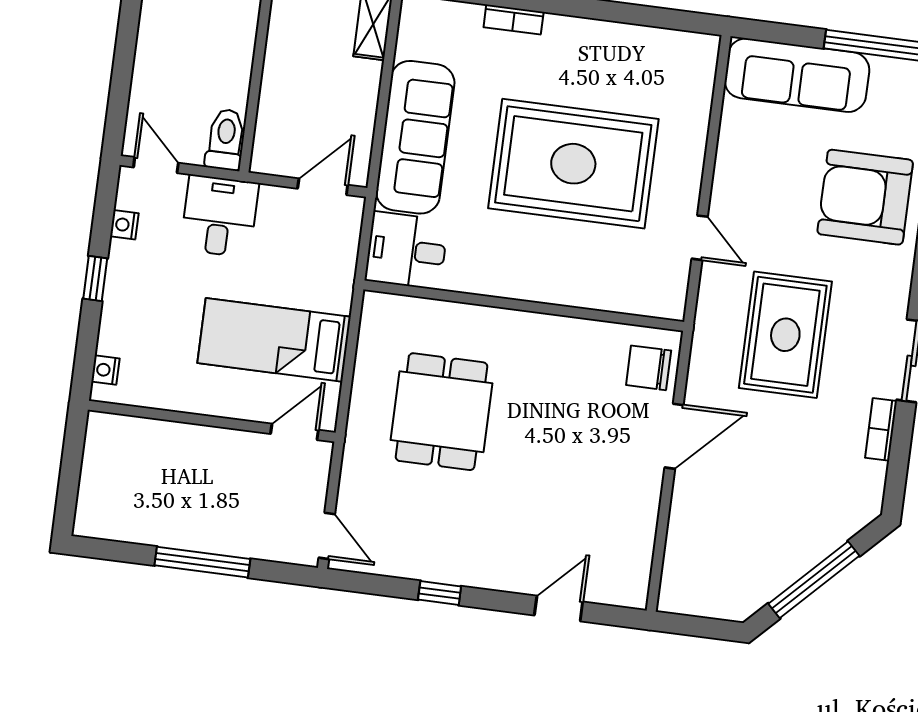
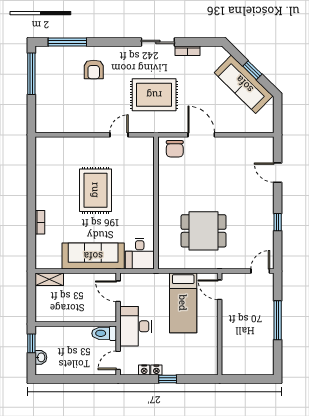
sofa: (797, 75) -> (244, 84), moved, turned 135
rug: (573, 164) -> (96, 190), width x0.73, depth x0.69
armchair: (865, 197) -> (94, 70), width x0.53, depth x0.53
desk: (220, 216) -> (136, 326), width x1.37
nightstand: (105, 370) -> (156, 370), moved
window: (814, 580) -> (252, 70), width x0.46

